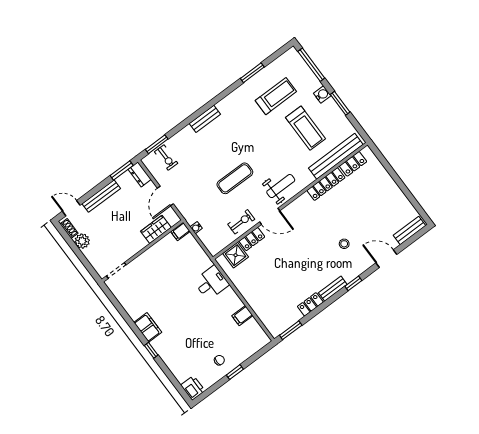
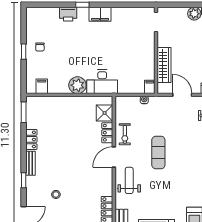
weight bench: (281, 186) -> (129, 180), turned 180
wardrobe: (156, 229) -> (164, 65), width x1.50
desk: (211, 283) -> (102, 82), width x1.37
plant: (229, 299) -> (77, 85), added
filing cabinet: (242, 316) -> (42, 86), moved
printer: (193, 388) -> (68, 14), moved

